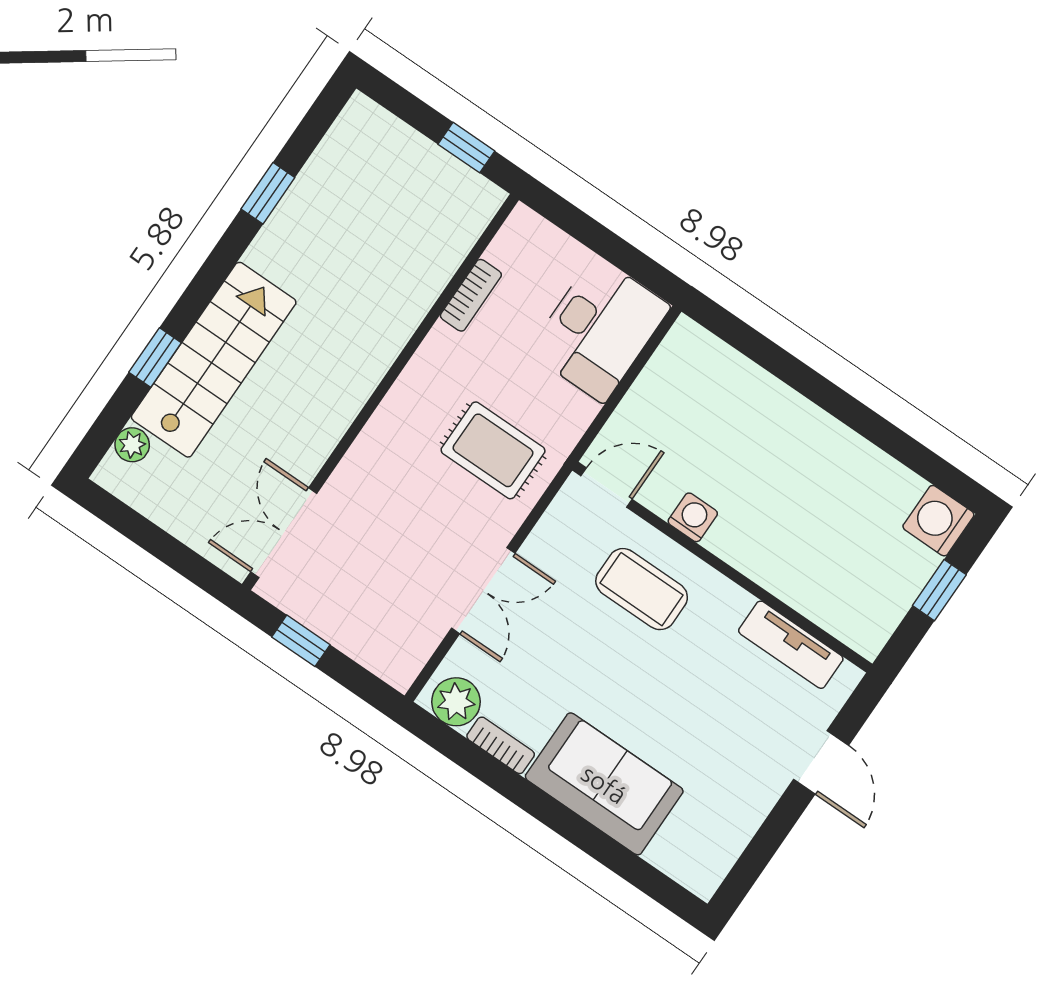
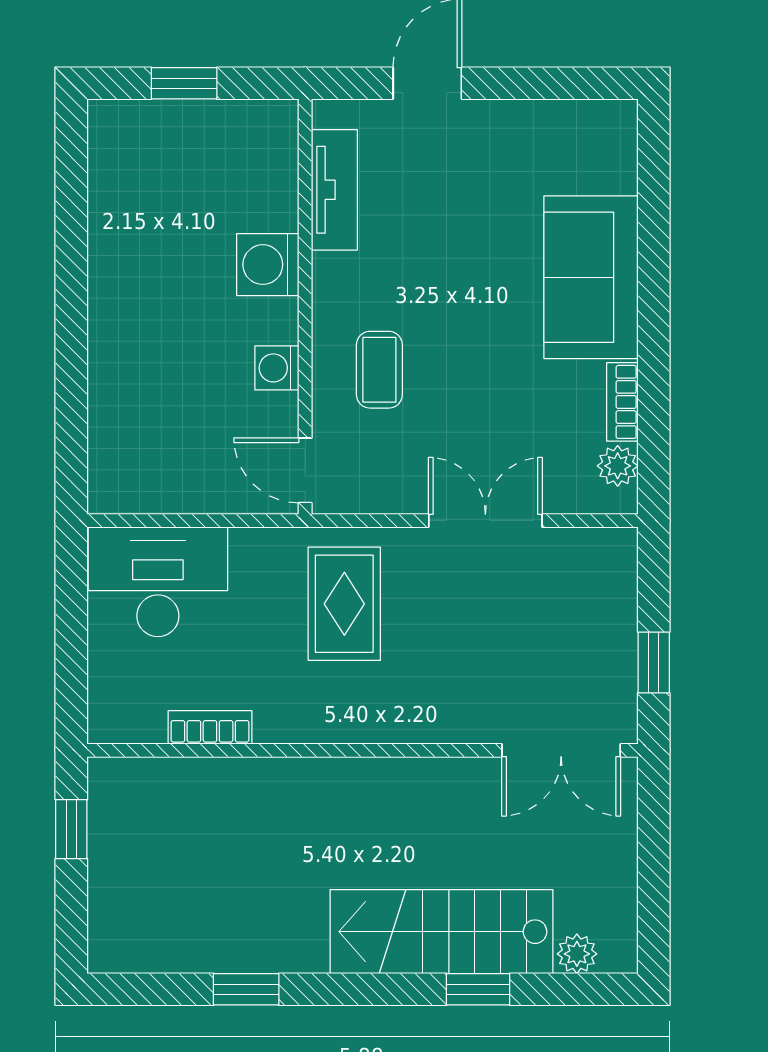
washing machine: (938, 521) -> (268, 265), moved, turned 90
coffee table: (642, 589) -> (379, 370), width x0.73, depth x0.77
plant: (456, 702) -> (618, 466), width x0.73, depth x0.73

